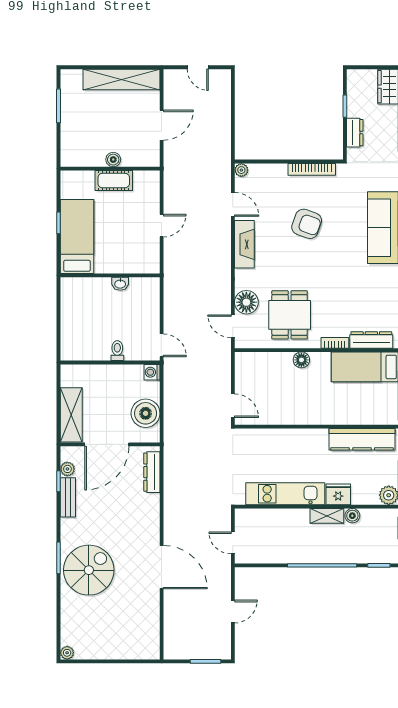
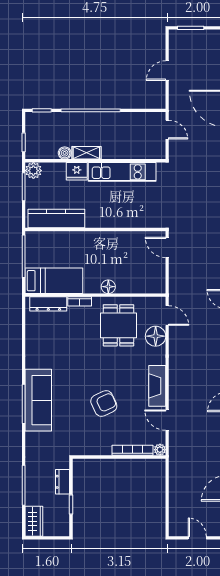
bookcase: (312, 169) -> (133, 450), moved
armchair: (307, 224) -> (104, 404), turned 135

